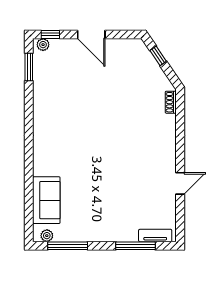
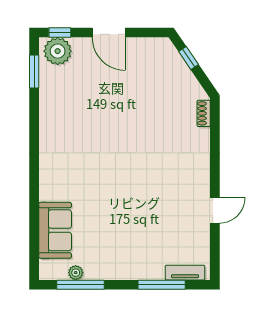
plant: (43, 45) -> (58, 51), width x1.88, depth x1.88
plant: (47, 236) -> (76, 273), moved

